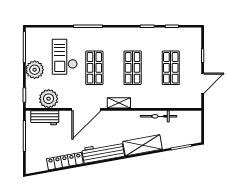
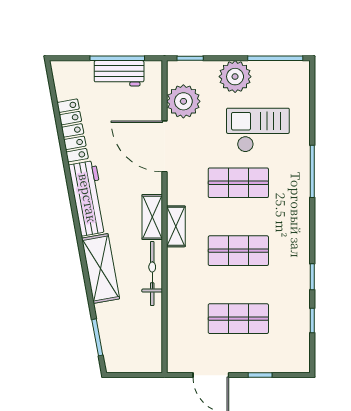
door: (86, 109) -> (165, 146), moved
shelving: (114, 116) -> (152, 217), added
bicycle: (159, 116) -> (152, 273), moved
workbench: (45, 118) -> (119, 73), moved, turned -90

